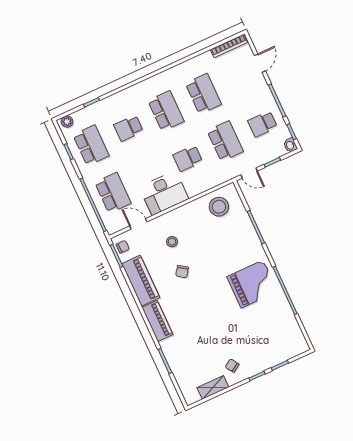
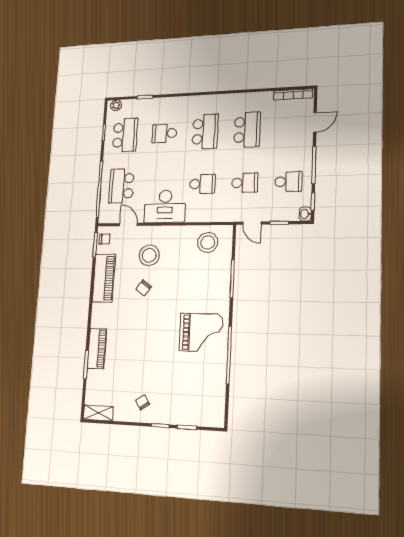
school desk: (263, 124) -> (288, 182), turned 180
school desk: (225, 141) -> (245, 183), width x0.54
school desk: (188, 158) -> (202, 184), turned 180
school desk: (113, 193) -> (121, 186), turned 180
stool: (172, 242) -> (149, 255), width x1.89, depth x1.89
piano: (157, 321) -> (97, 349), moved
shelving: (213, 387) -> (98, 413), moved

